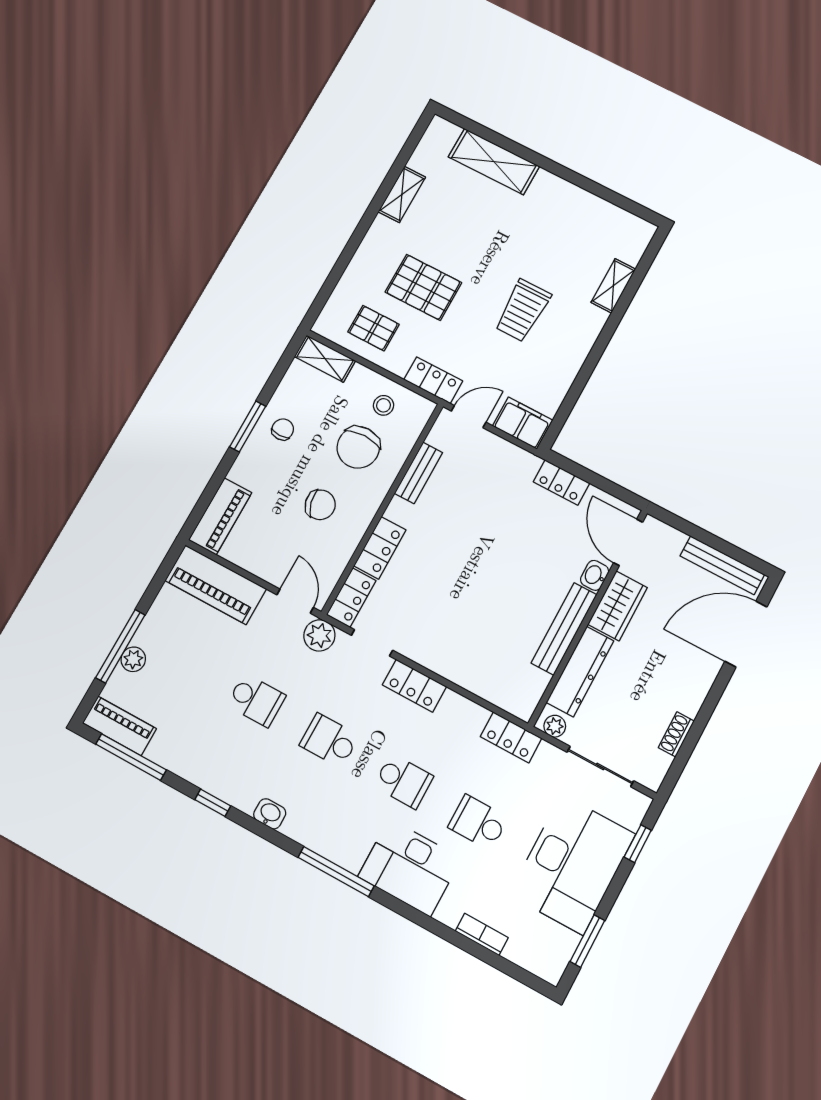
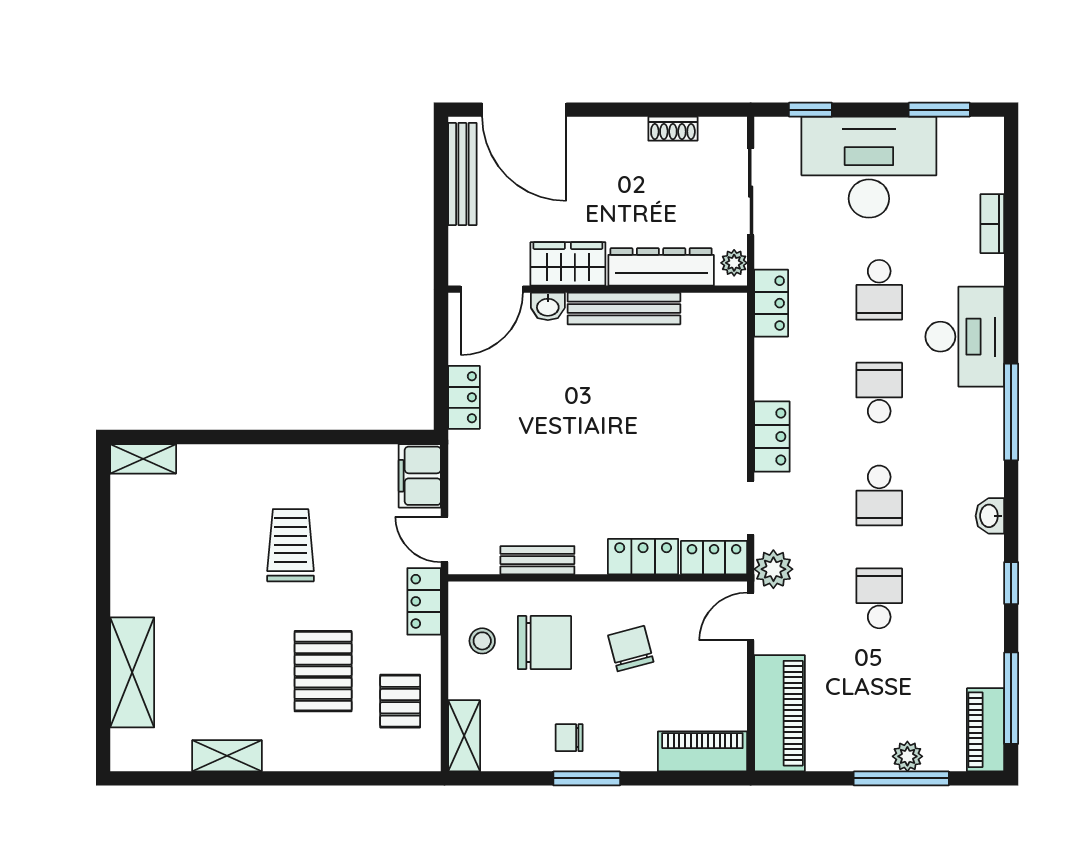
shelving: (613, 286) -> (143, 459), moved
trolley: (523, 310) -> (291, 545), turned -90

